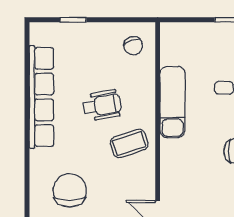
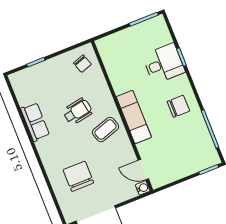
row of seats: (41, 97) -> (35, 122), width x0.50
exam couch: (172, 102) -> (134, 117), moved

